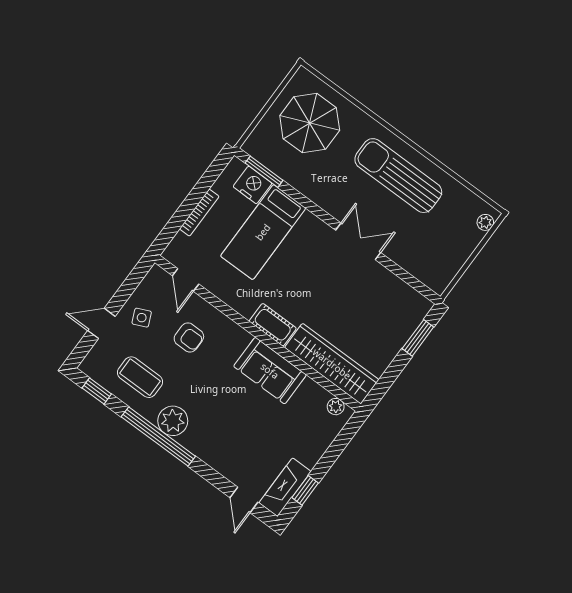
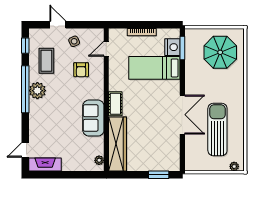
sun lounger: (398, 176) -> (217, 130), moved
double door: (358, 241) -> (182, 115), width x1.37
window: (305, 490) -> (50, 175), removed

